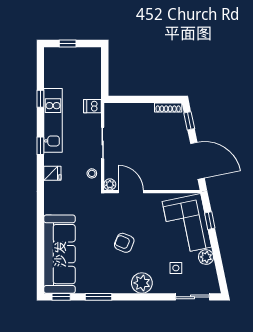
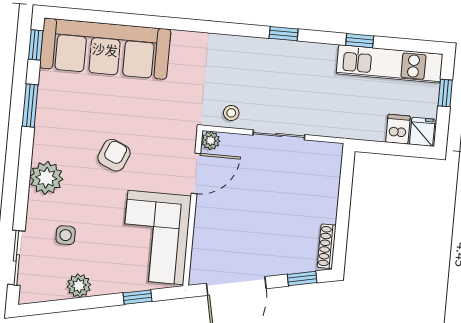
dishwasher: (92, 106) -> (398, 129), moved
kitchen unit: (53, 120) -> (390, 64), moved
fridge: (52, 173) -> (422, 132), moved, turned 180
corner sofa: (187, 224) -> (156, 238), moved, turned -78

